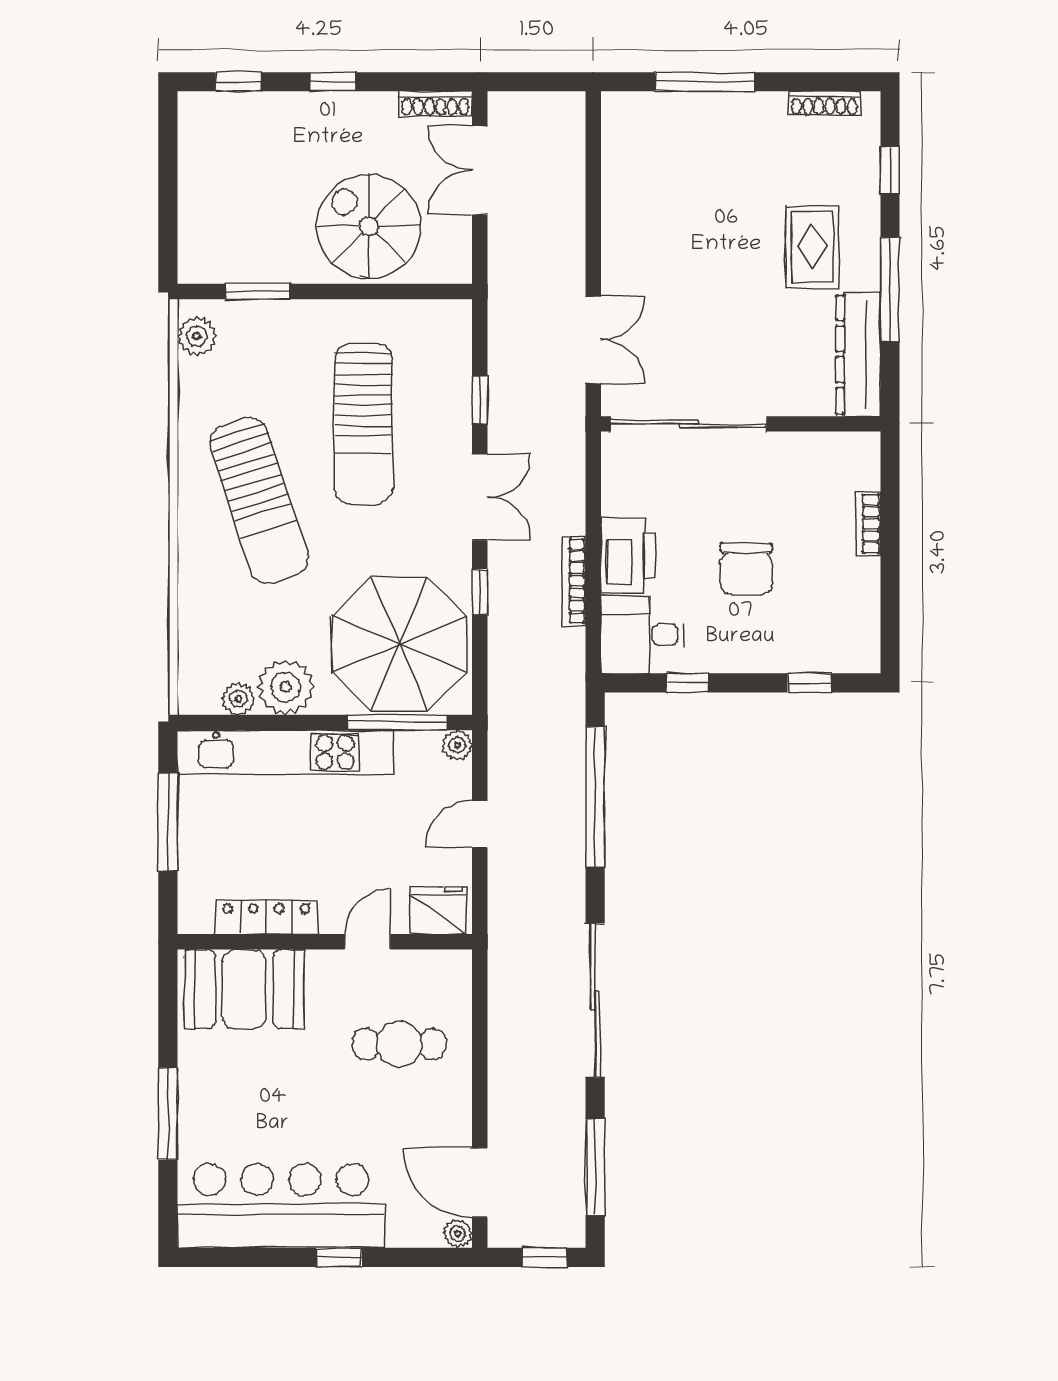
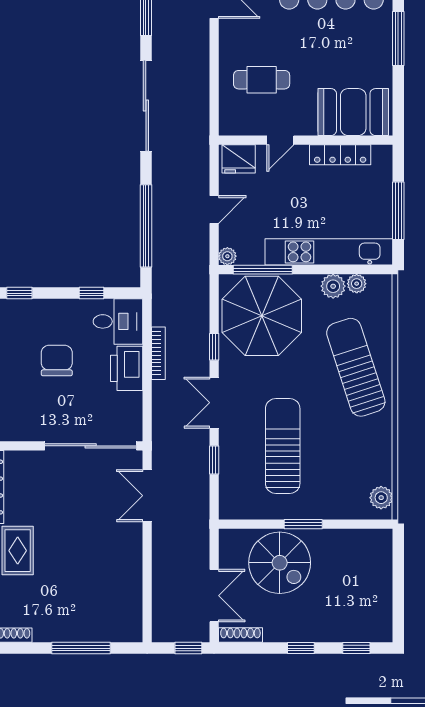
window: (523, 82) -> (188, 648), added
window: (257, 292) -> (303, 524), moved
sun lounger: (259, 501) -> (356, 367), moved
plant: (286, 687) -> (333, 286), width x0.73, depth x0.73

